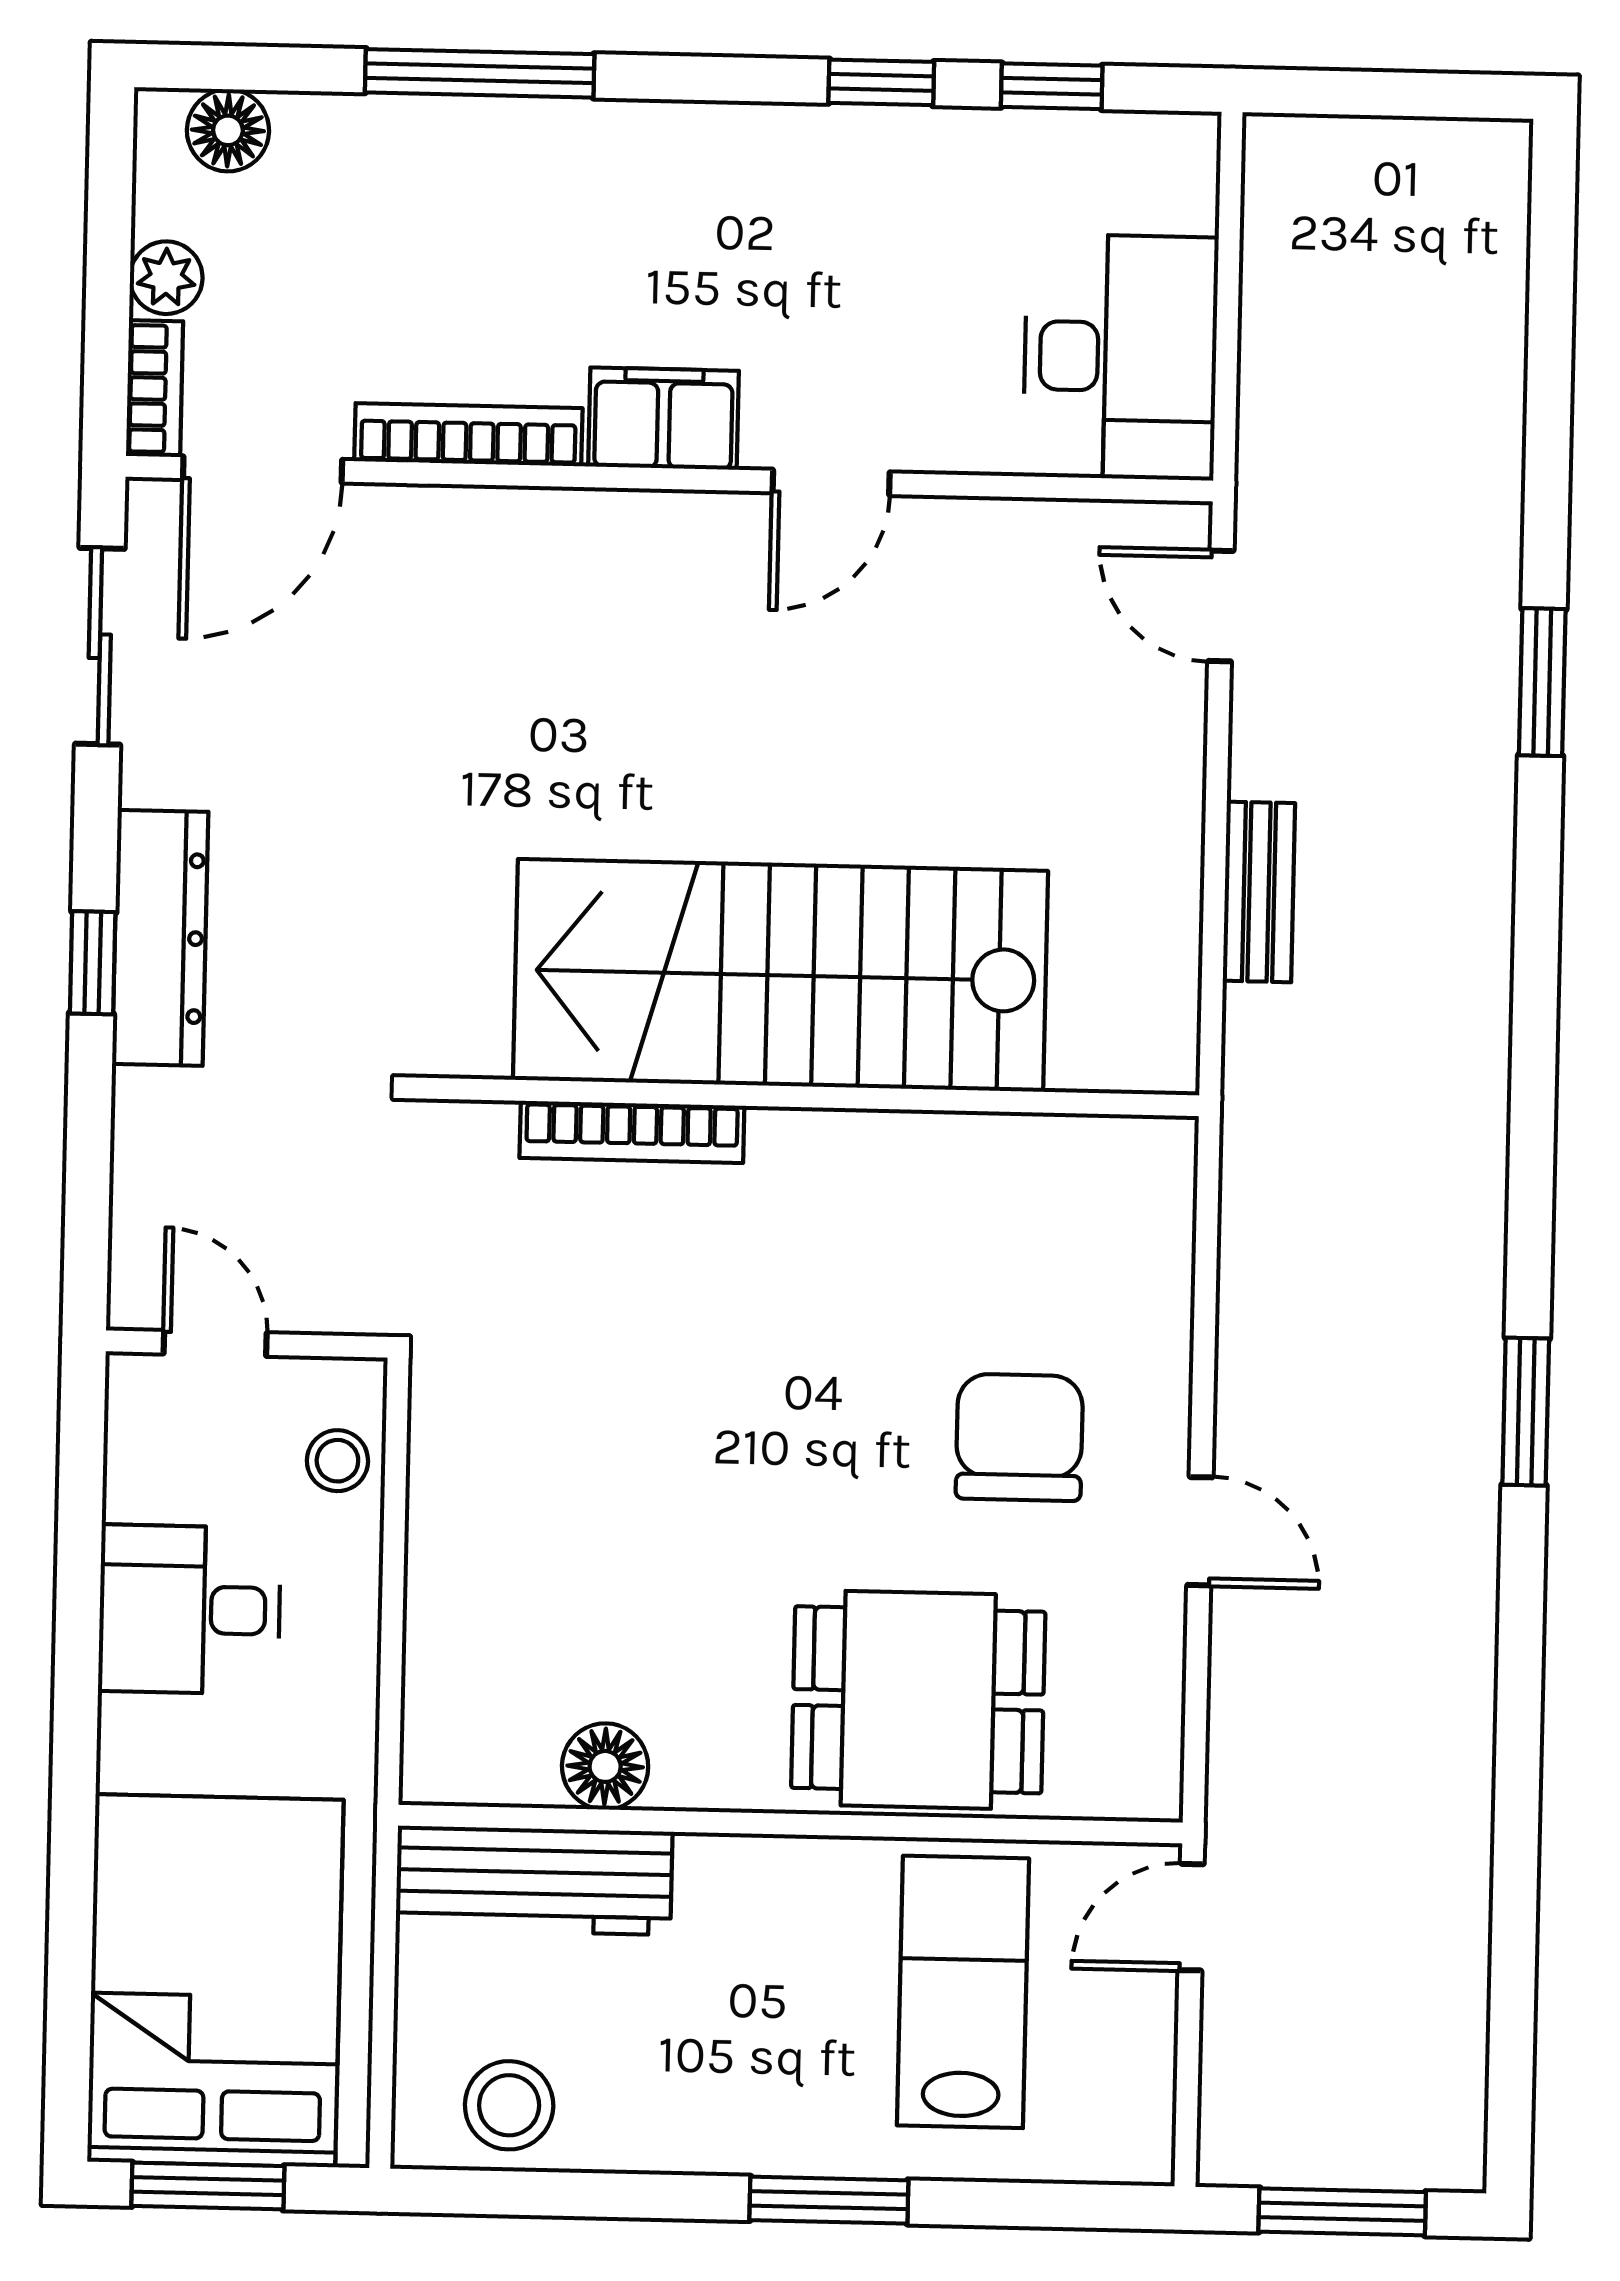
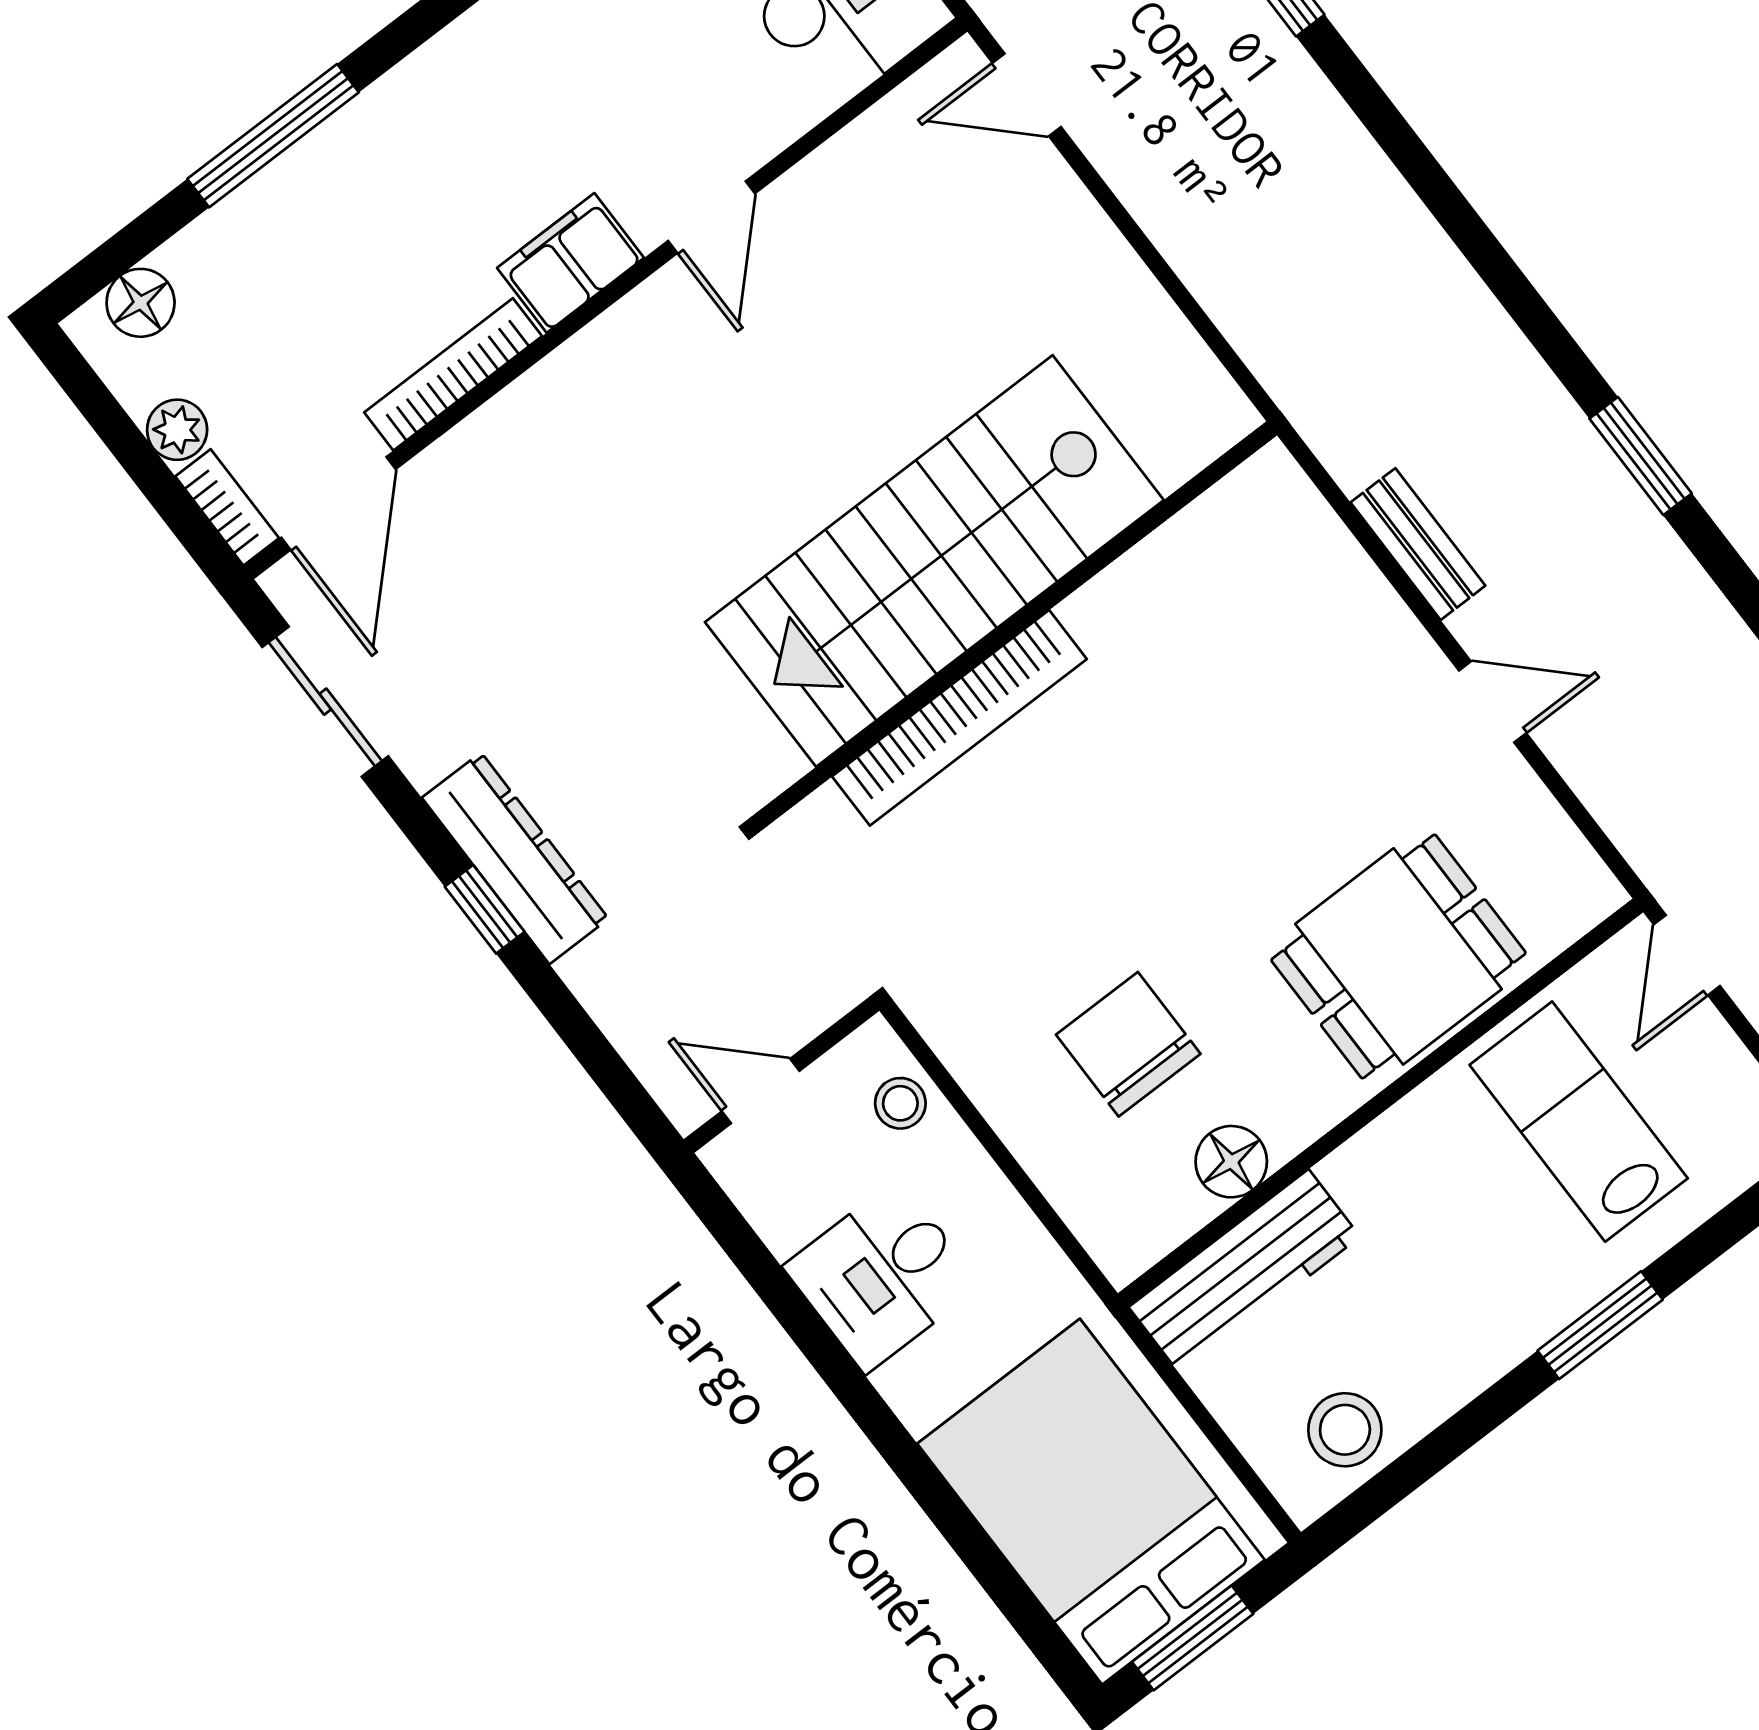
bench: (1259, 892) -> (1418, 544), moved
bookcase: (632, 1132) -> (959, 718), width x1.48, depth x1.31
chair: (1019, 1437) -> (1128, 1044), moved

